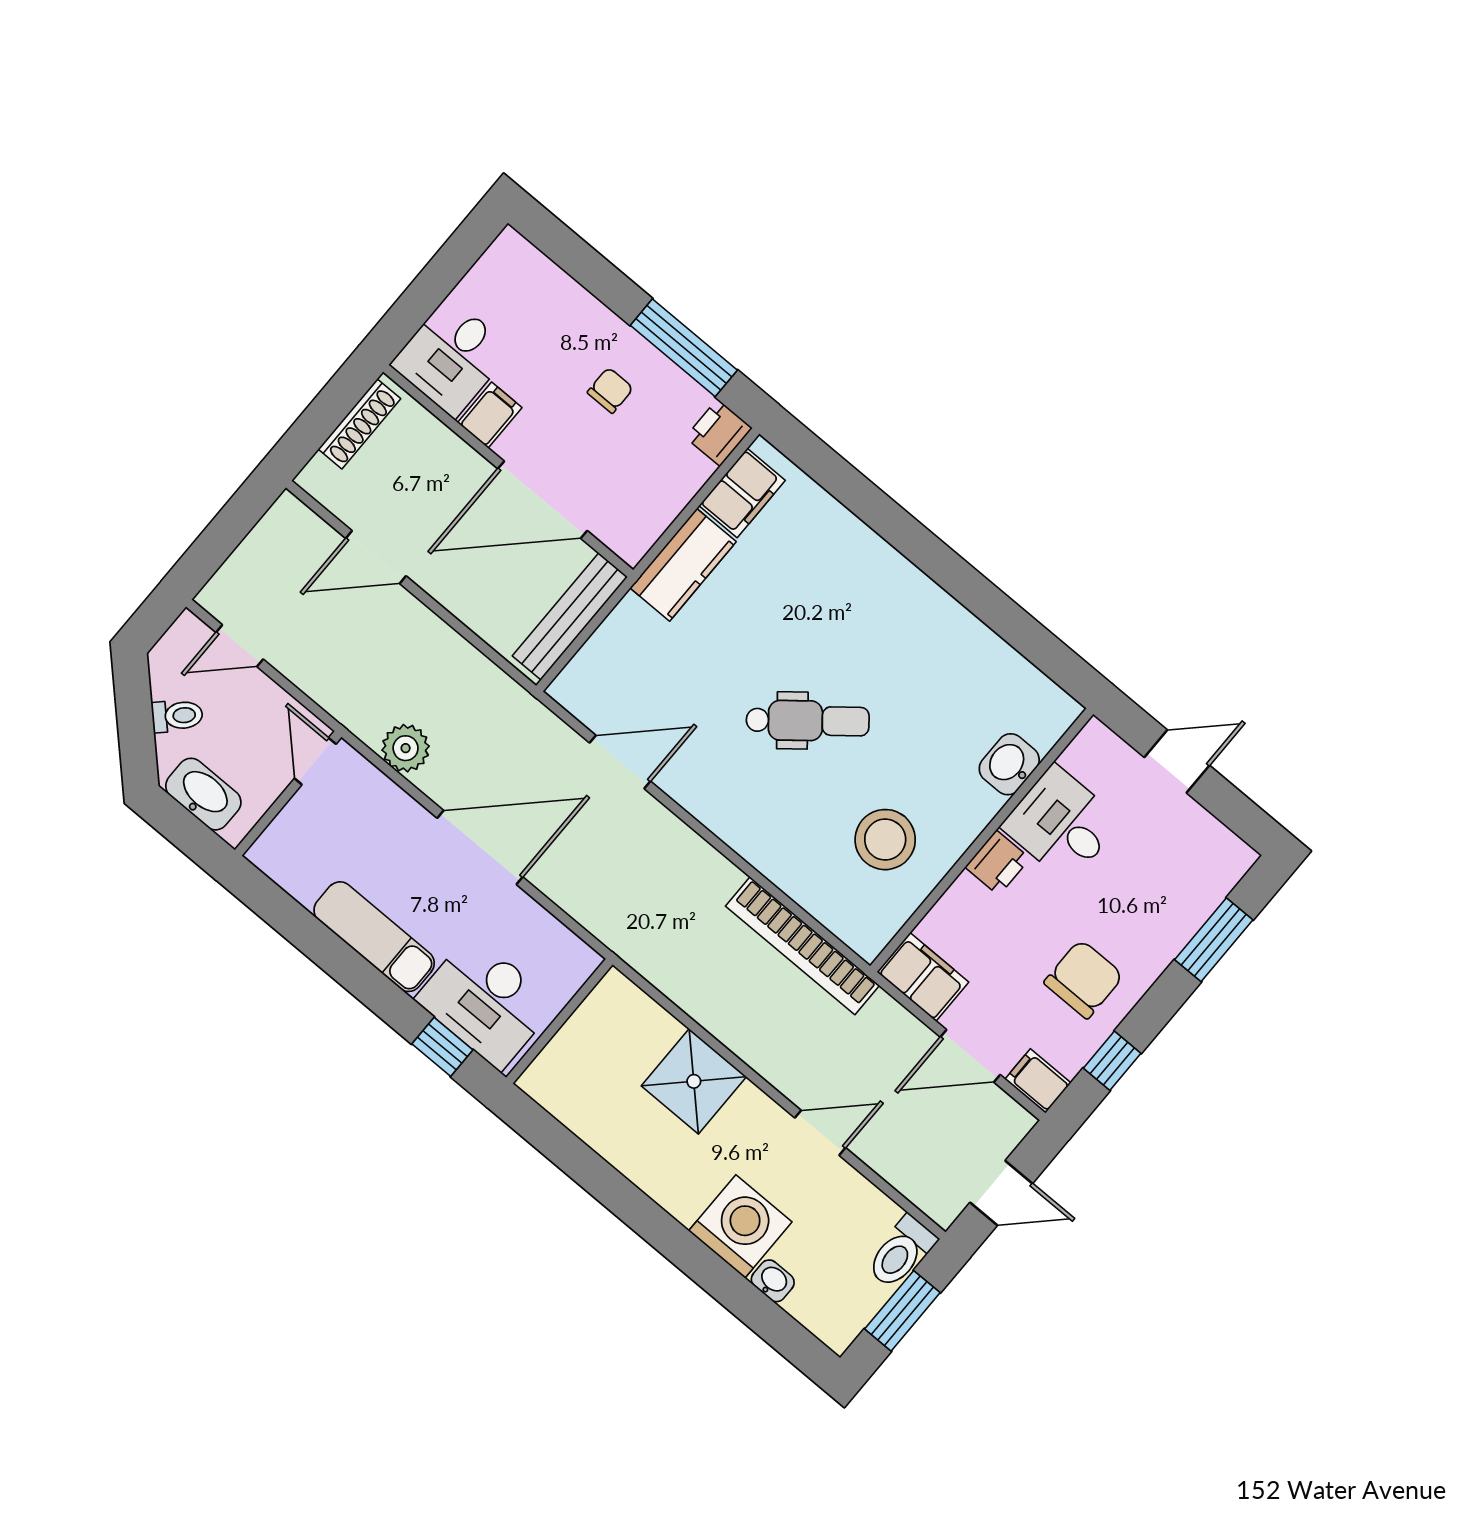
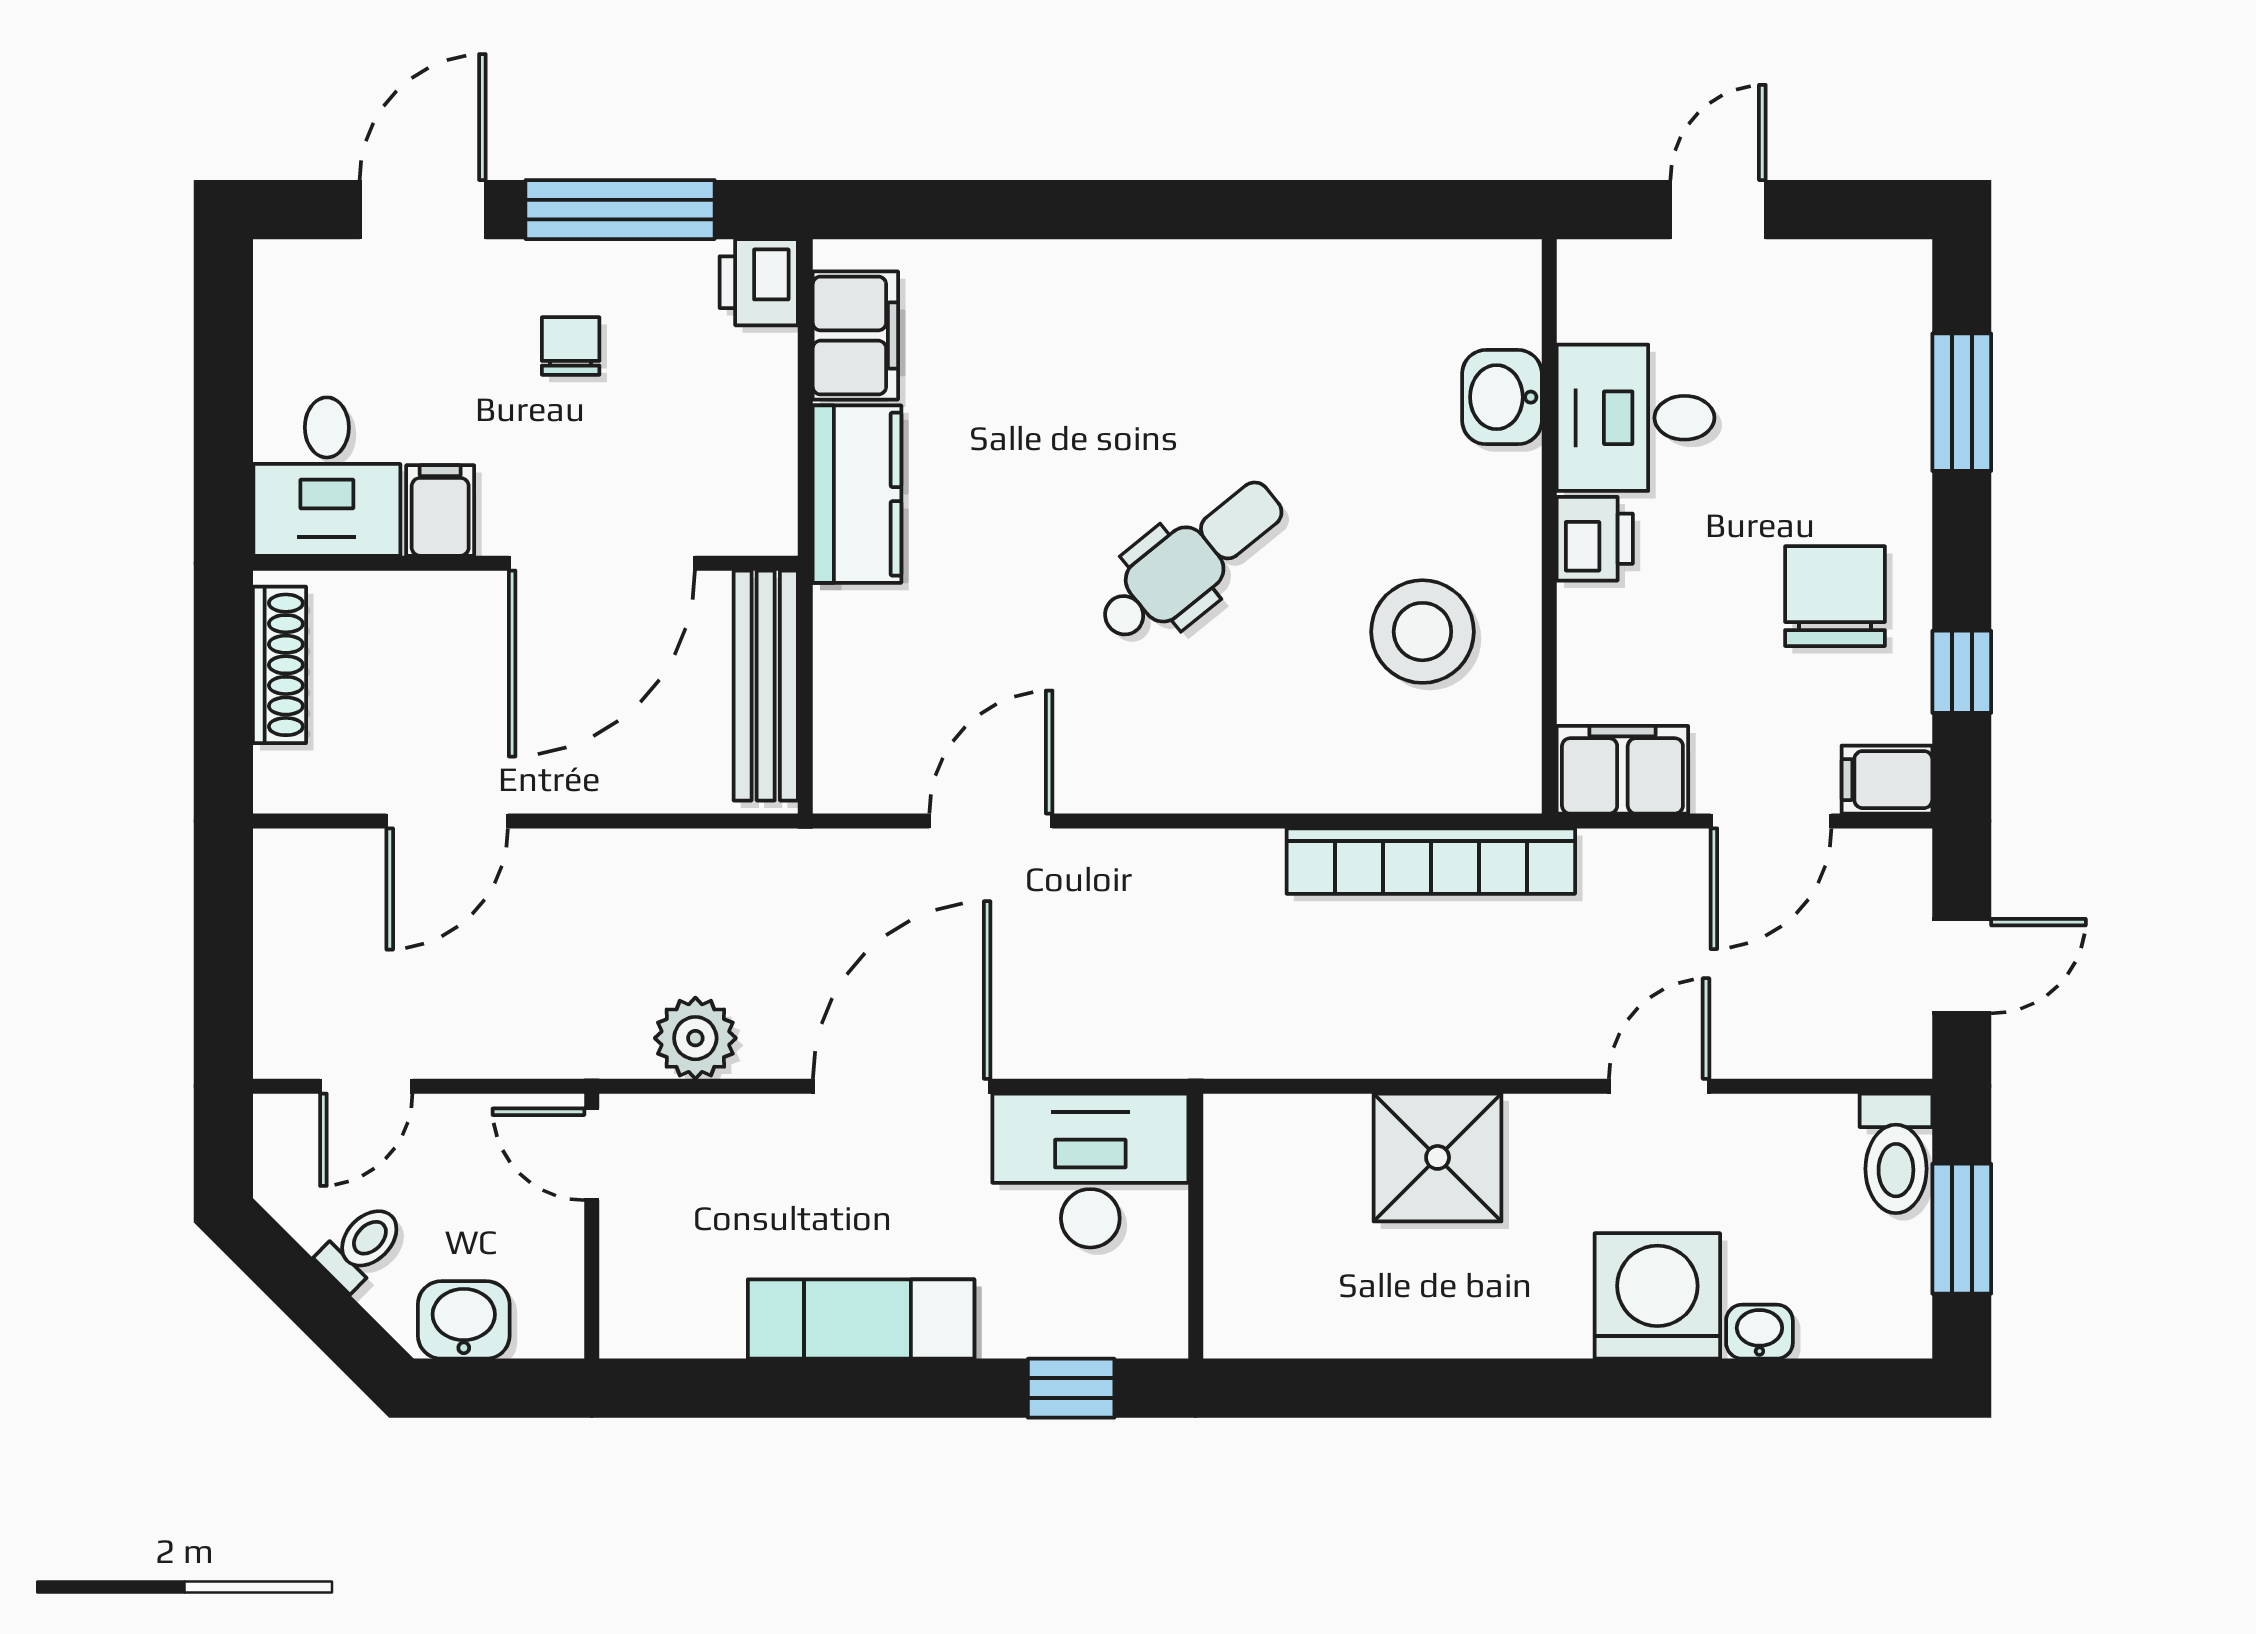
door: (595, 273) -> (423, 210), added
washbasin: (203, 794) -> (464, 1320), width x0.72
desk: (486, 1002) -> (1090, 1171), moved, turned 180

